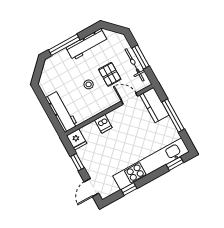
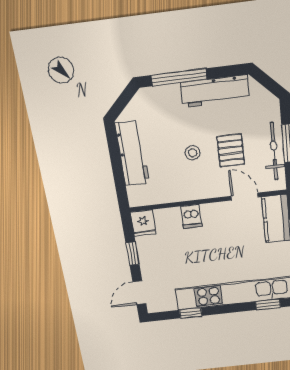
workbench: (62, 111) -> (132, 153), moved

